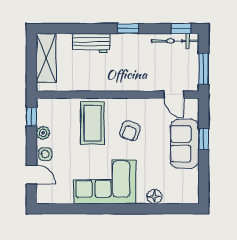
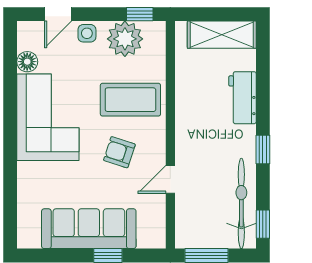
bicycle: (175, 41) -> (241, 203), width x1.37, depth x1.40
door: (174, 95) -> (170, 179), moved
plant: (43, 133) -> (125, 39), width x1.87, depth x1.87
sofa: (184, 144) -> (89, 229), width x1.36
floor lamp: (154, 197) -> (27, 62), moved

